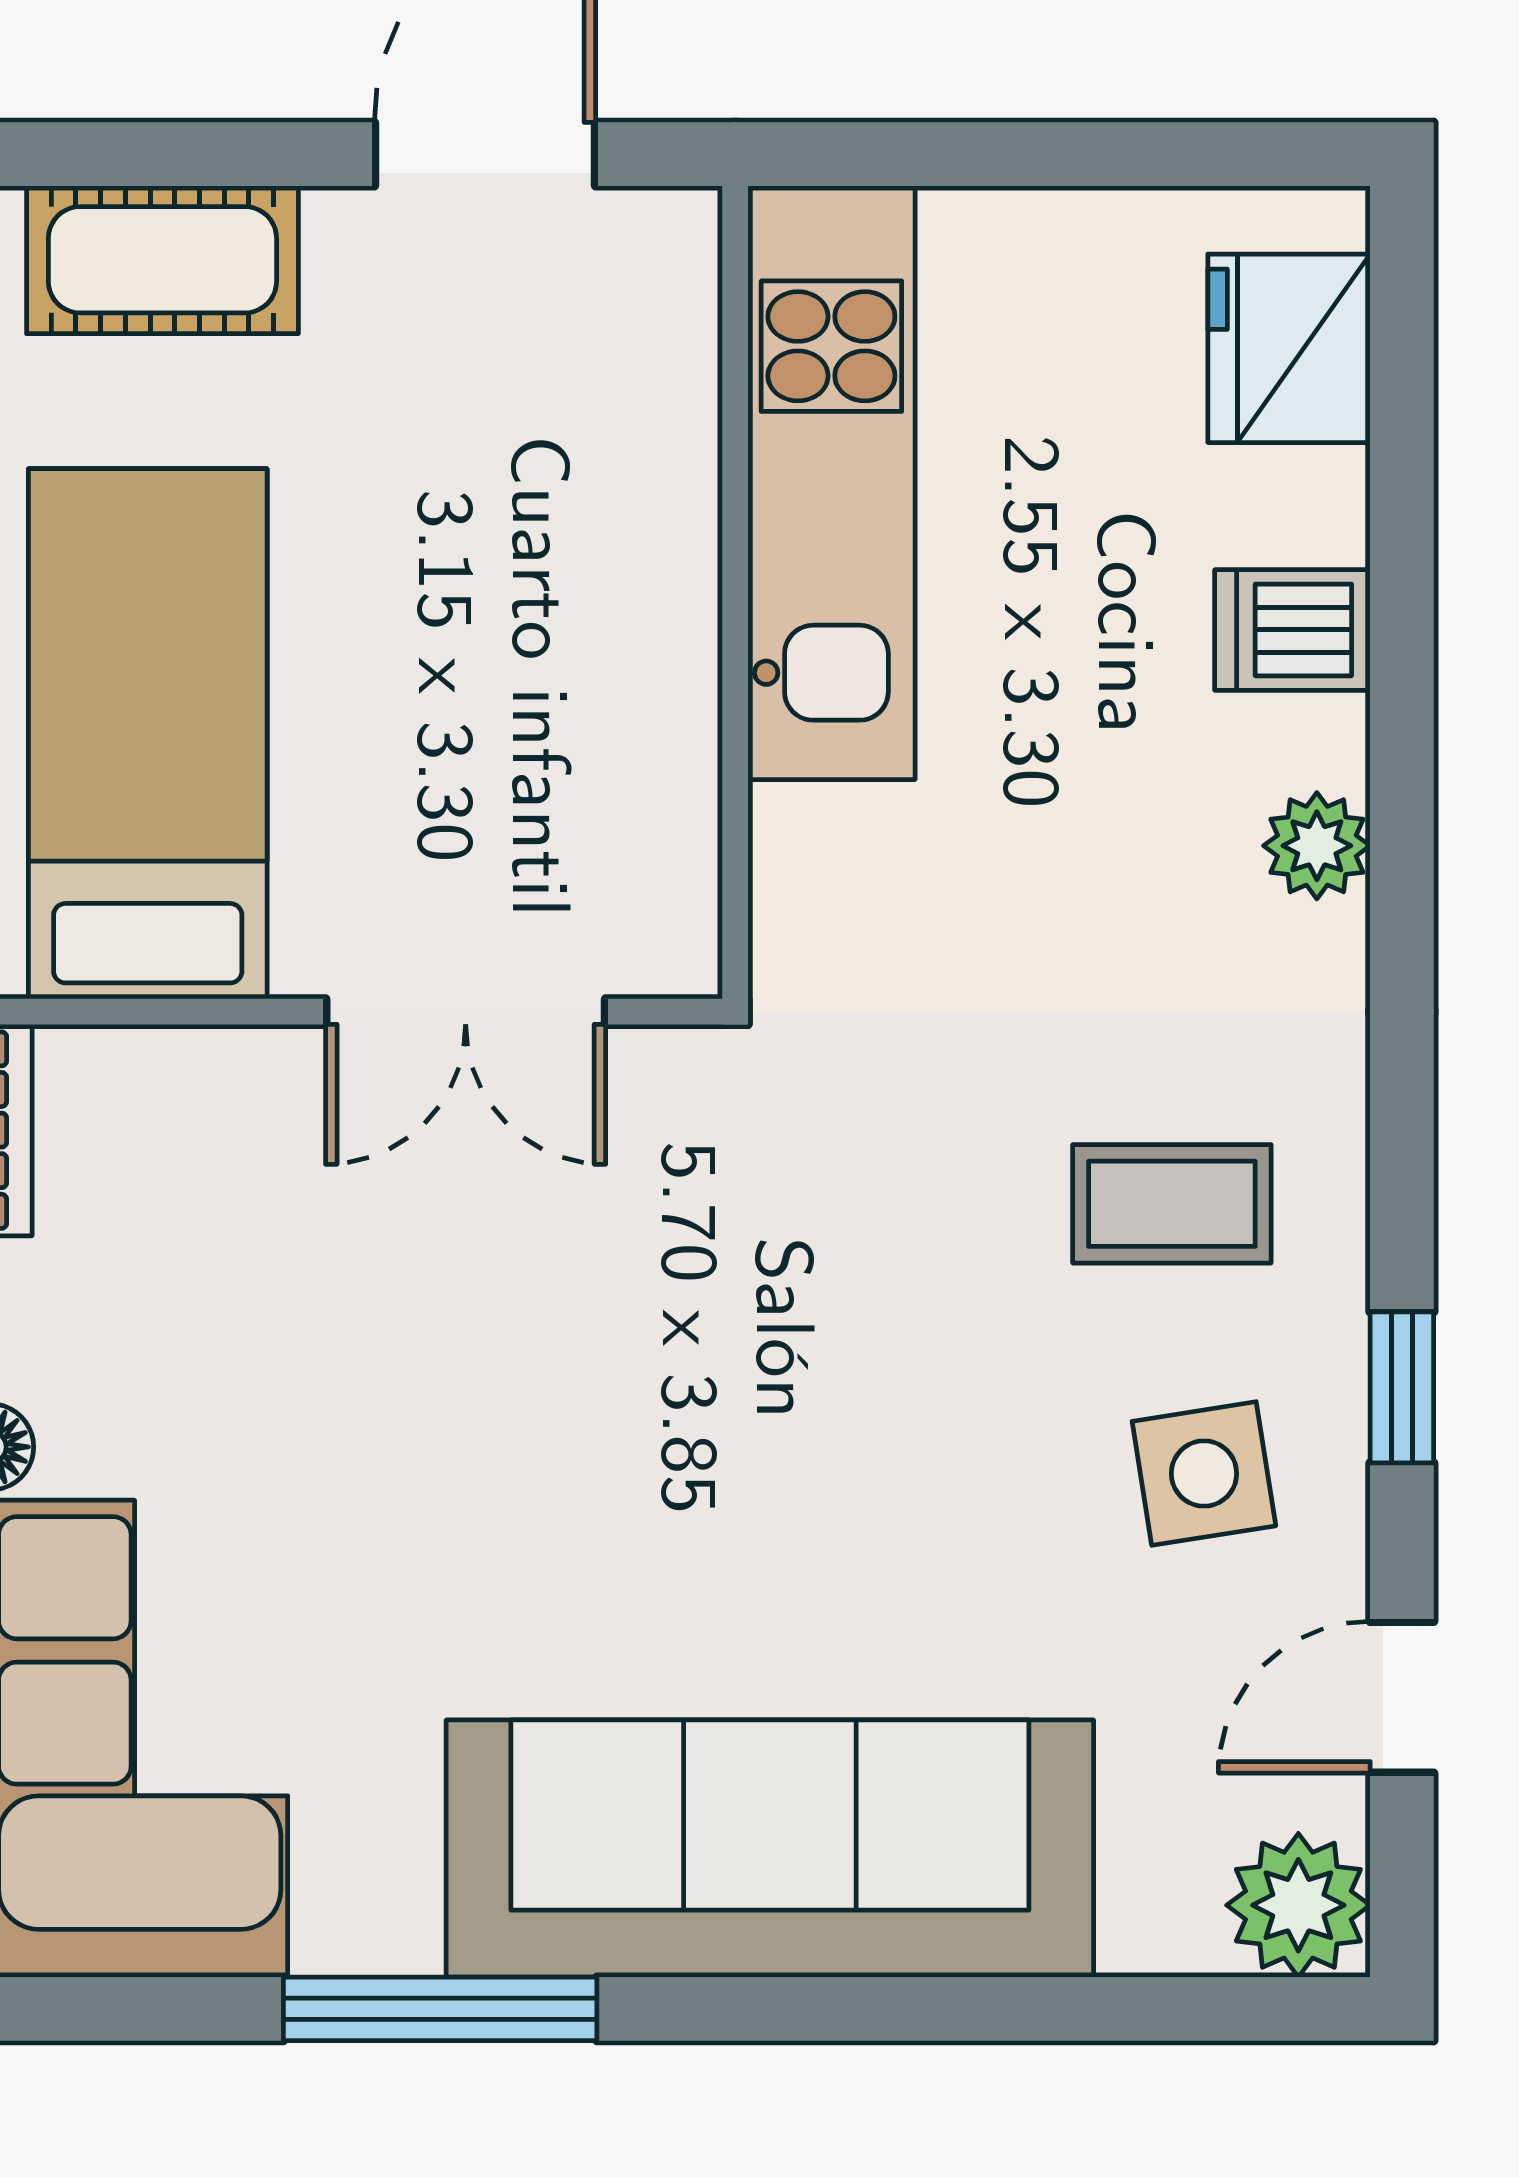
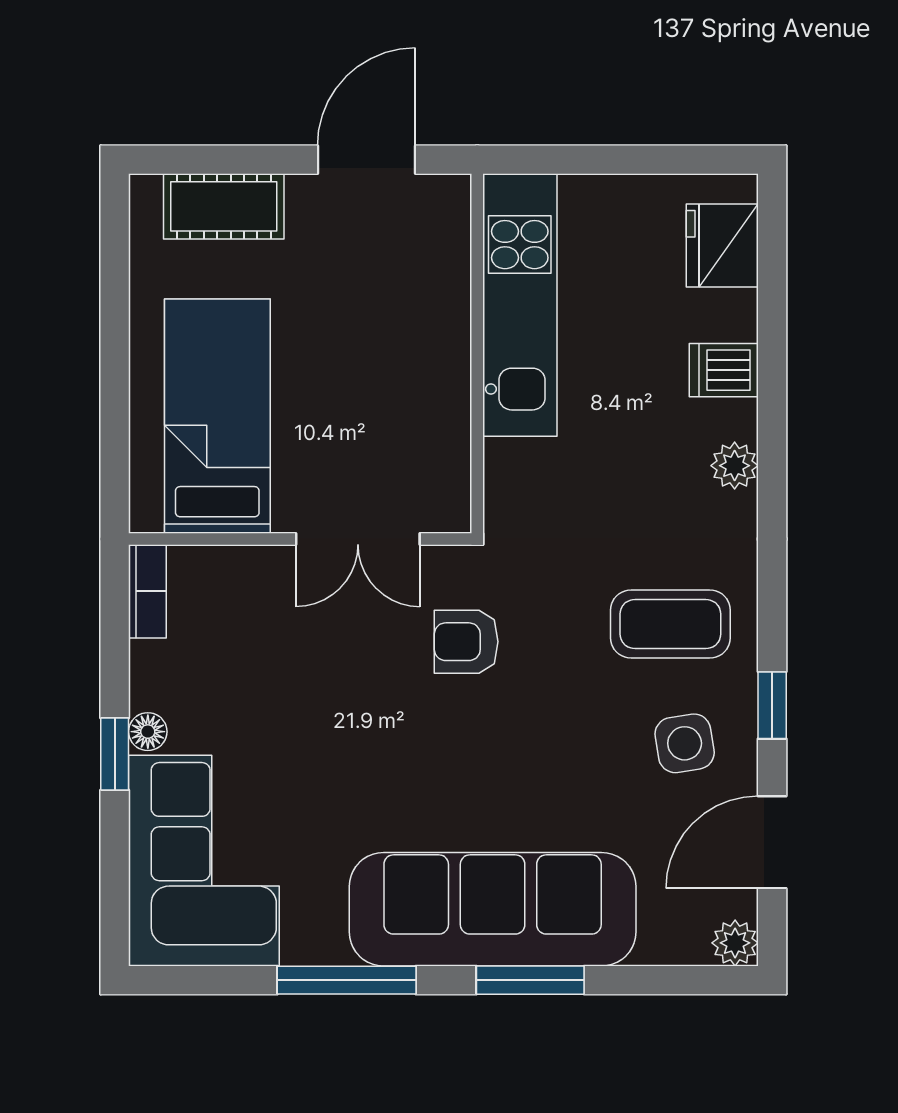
coffee table: (1172, 1204) -> (670, 624), width x1.36, depth x1.30
armchair: (710, 1244) -> (466, 642), added
door: (1402, 1697) -> (772, 842), width x1.38
plant: (1298, 1905) -> (735, 943), width x0.73, depth x0.73
window: (855, 2009) -> (530, 980), added

